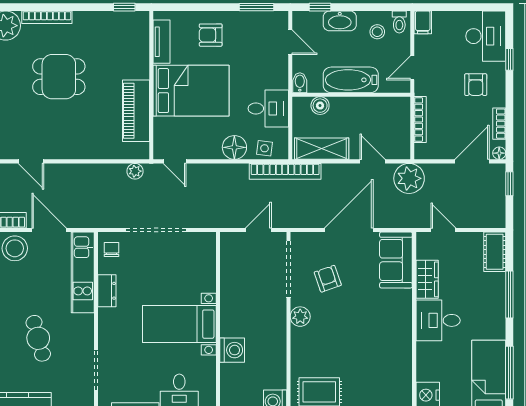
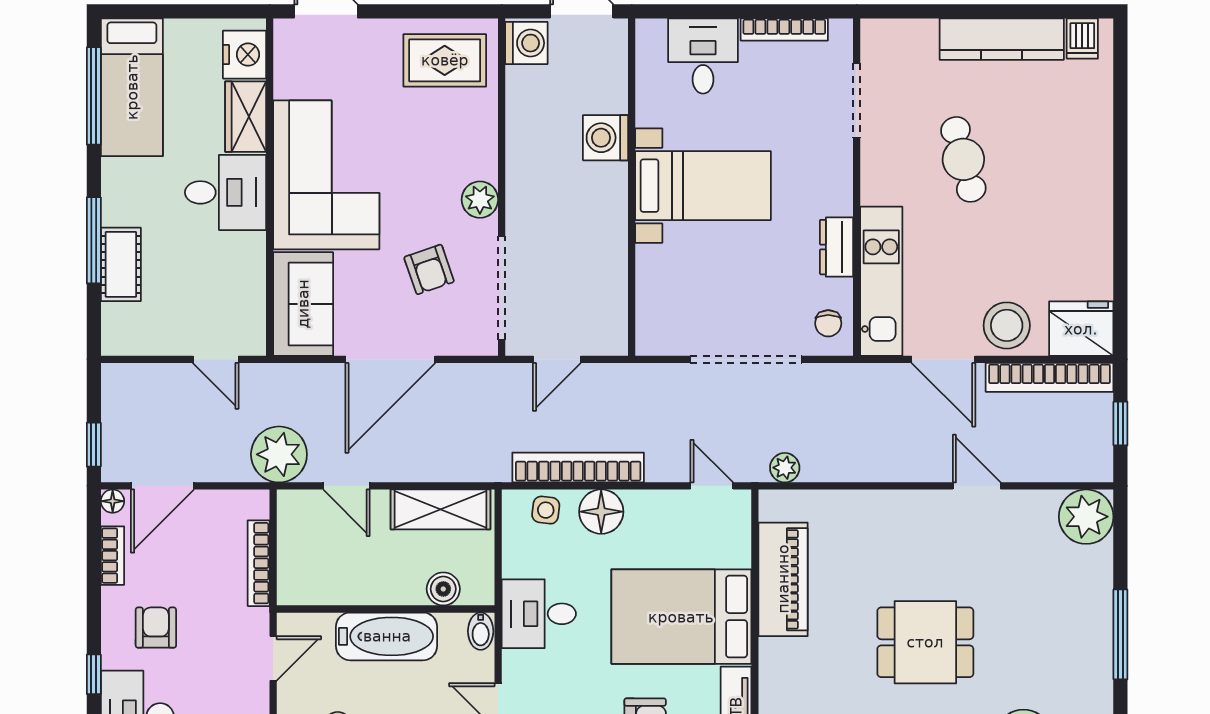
desk: (268, 109) -> (539, 614), moved
bookcase: (285, 171) -> (578, 467), moved
cot: (495, 252) -> (121, 264), moved
wardrobe: (427, 279) -> (246, 117), moved
corner sofa: (383, 330) -> (326, 175), added

